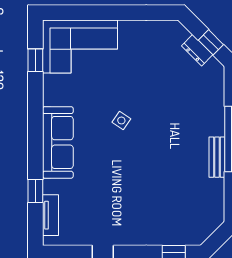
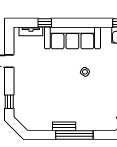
sofa: (58, 142) -> (72, 38), width x1.36, depth x1.27

